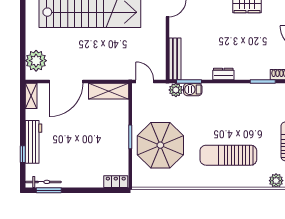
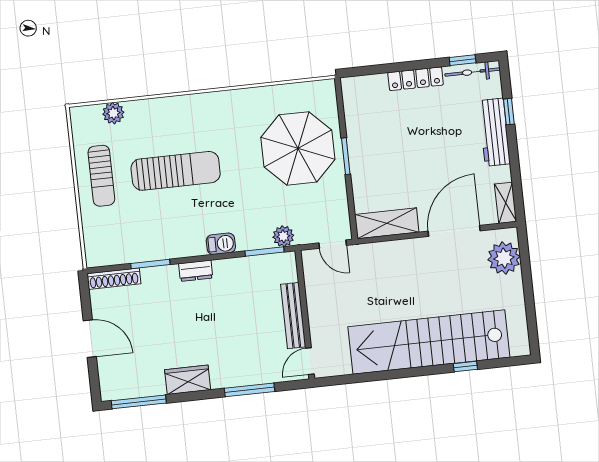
bench: (175, 59) -> (293, 316), moved
dresser: (223, 74) -> (196, 271), moved
barbecue: (193, 89) -> (221, 244), moved
sun lounger: (228, 155) -> (176, 171), moved
locker: (116, 182) -> (416, 79), moved, width x1.53
window: (49, 190) -> (463, 60), width x0.67

